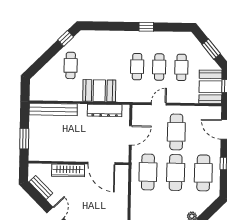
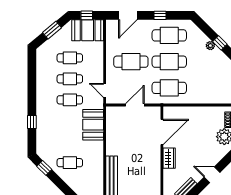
window: (146, 27) -> (32, 122), moved
booth: (99, 91) -> (93, 125), moved
door: (159, 104) -> (105, 90), moved
dresser: (105, 110) -> (112, 130), removed
door: (130, 135) -> (135, 105), hinge flipped
wardrobe: (68, 170) -> (169, 158), width x0.67

